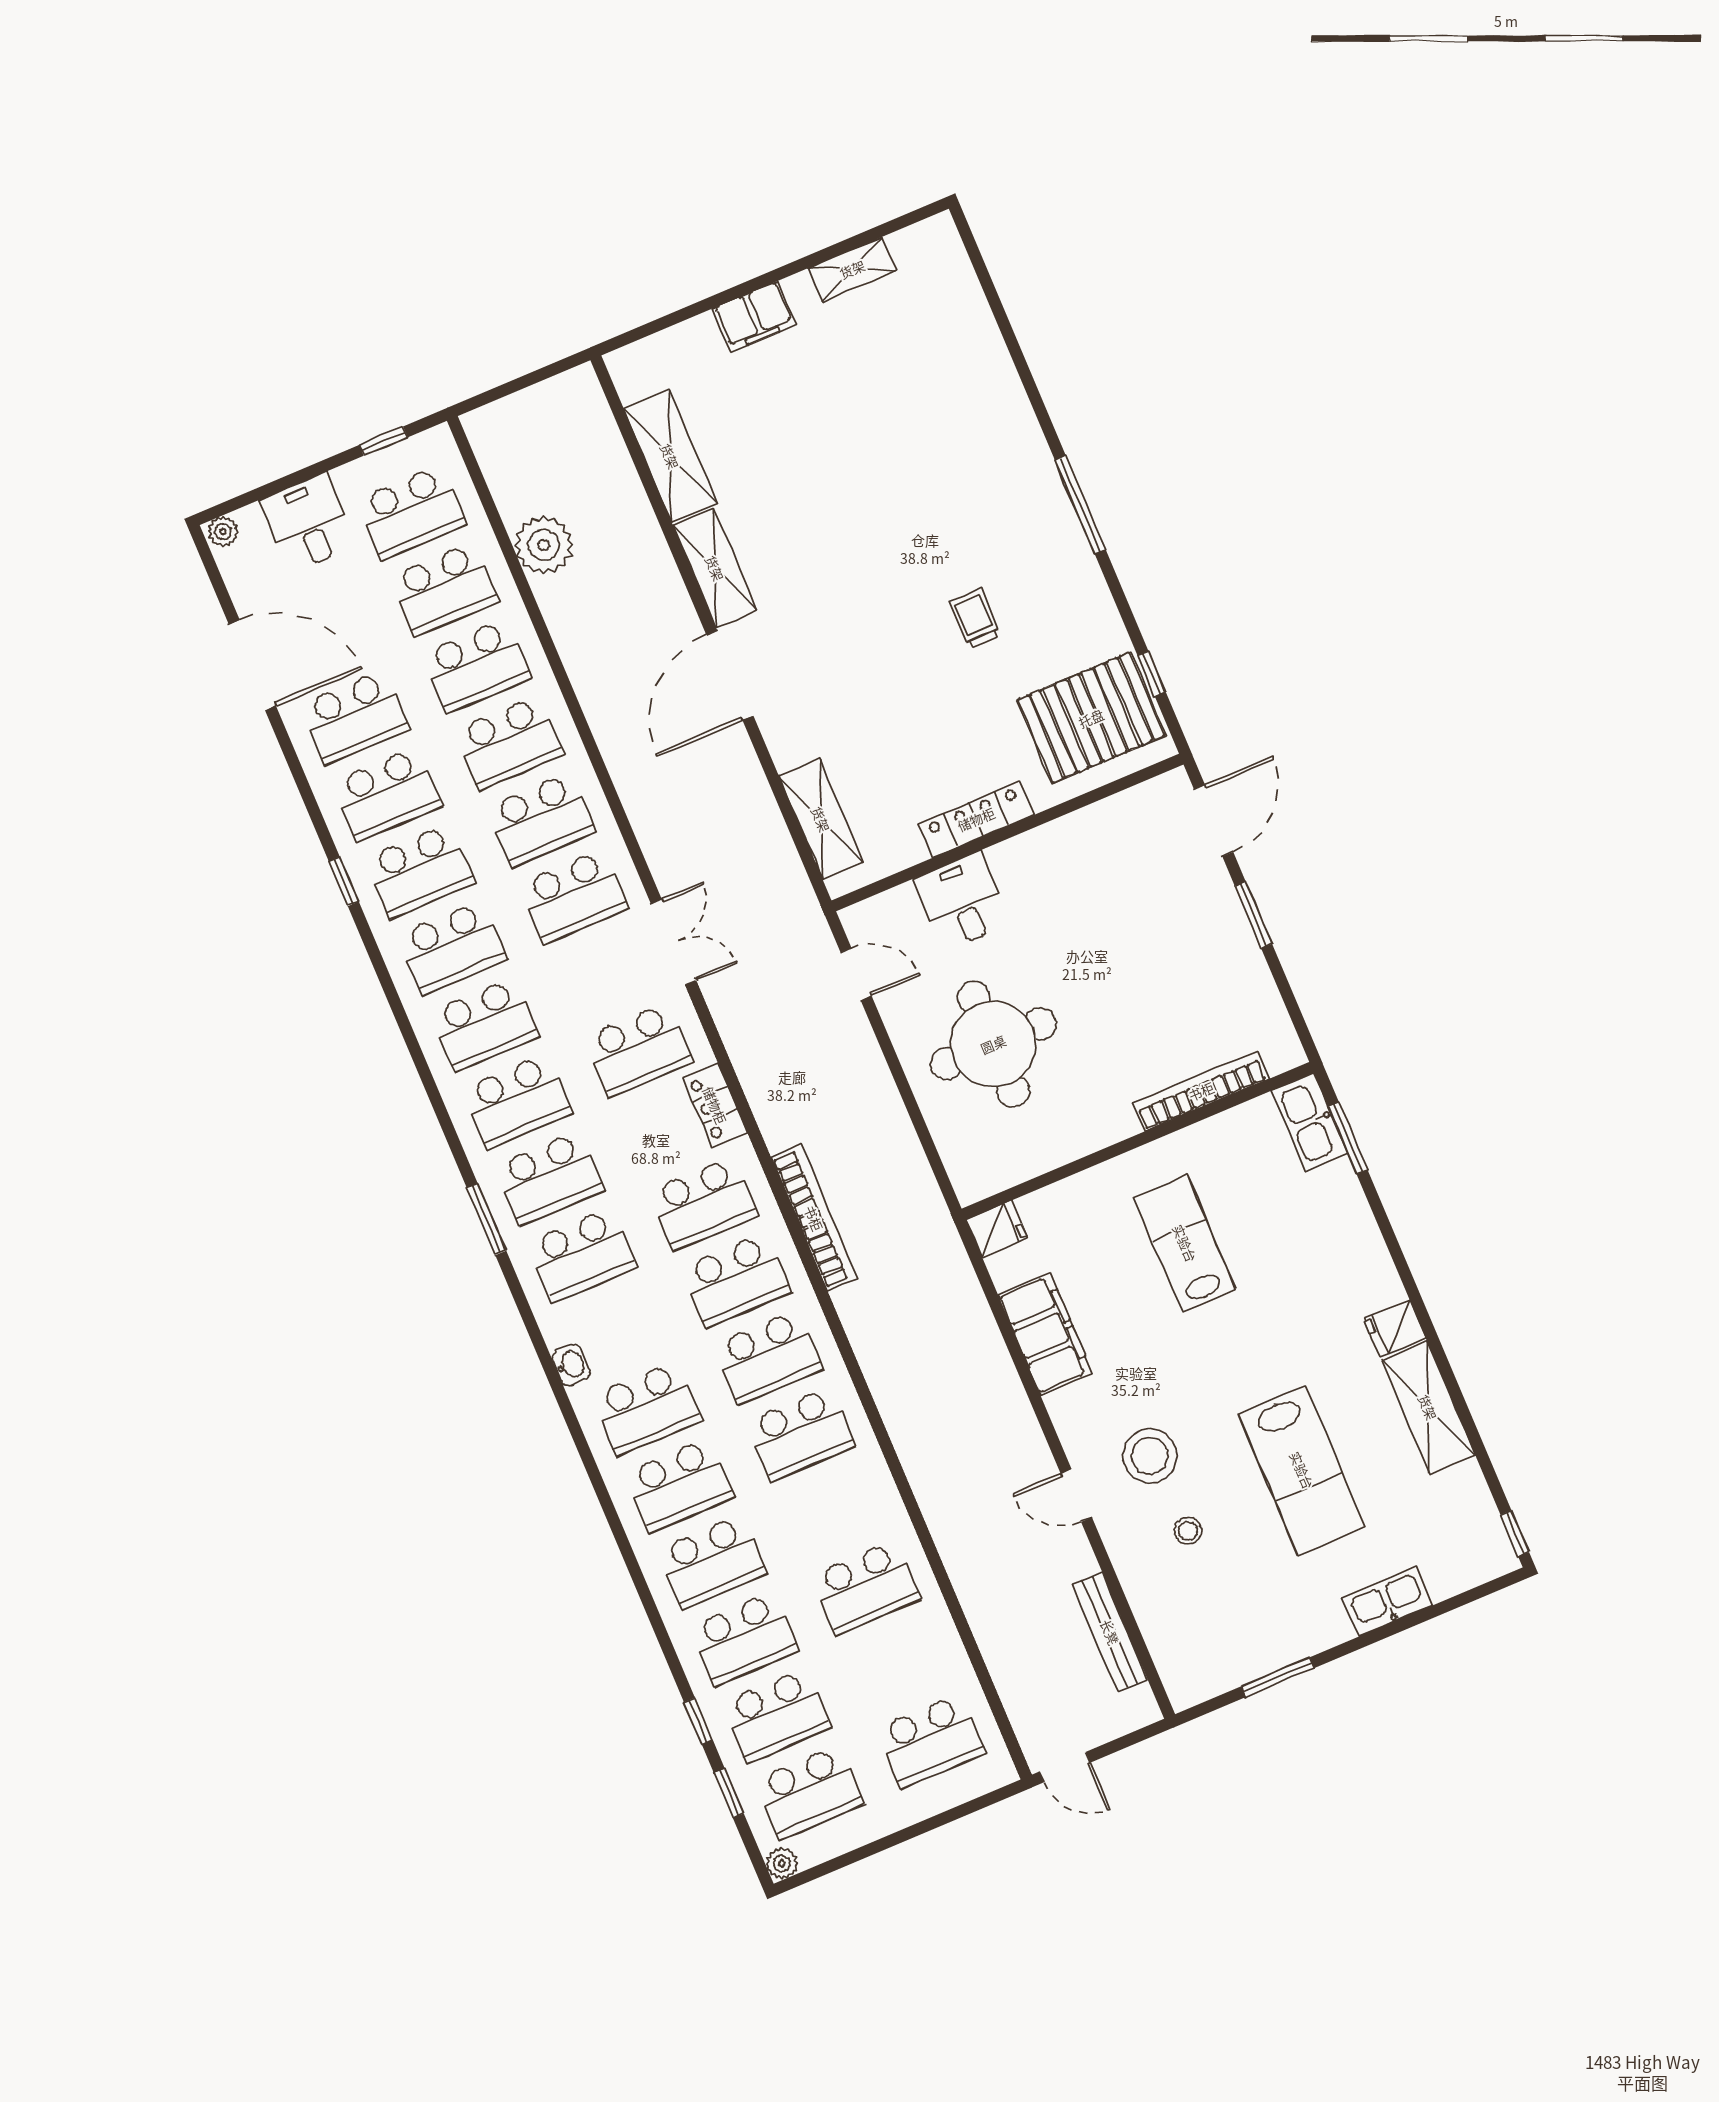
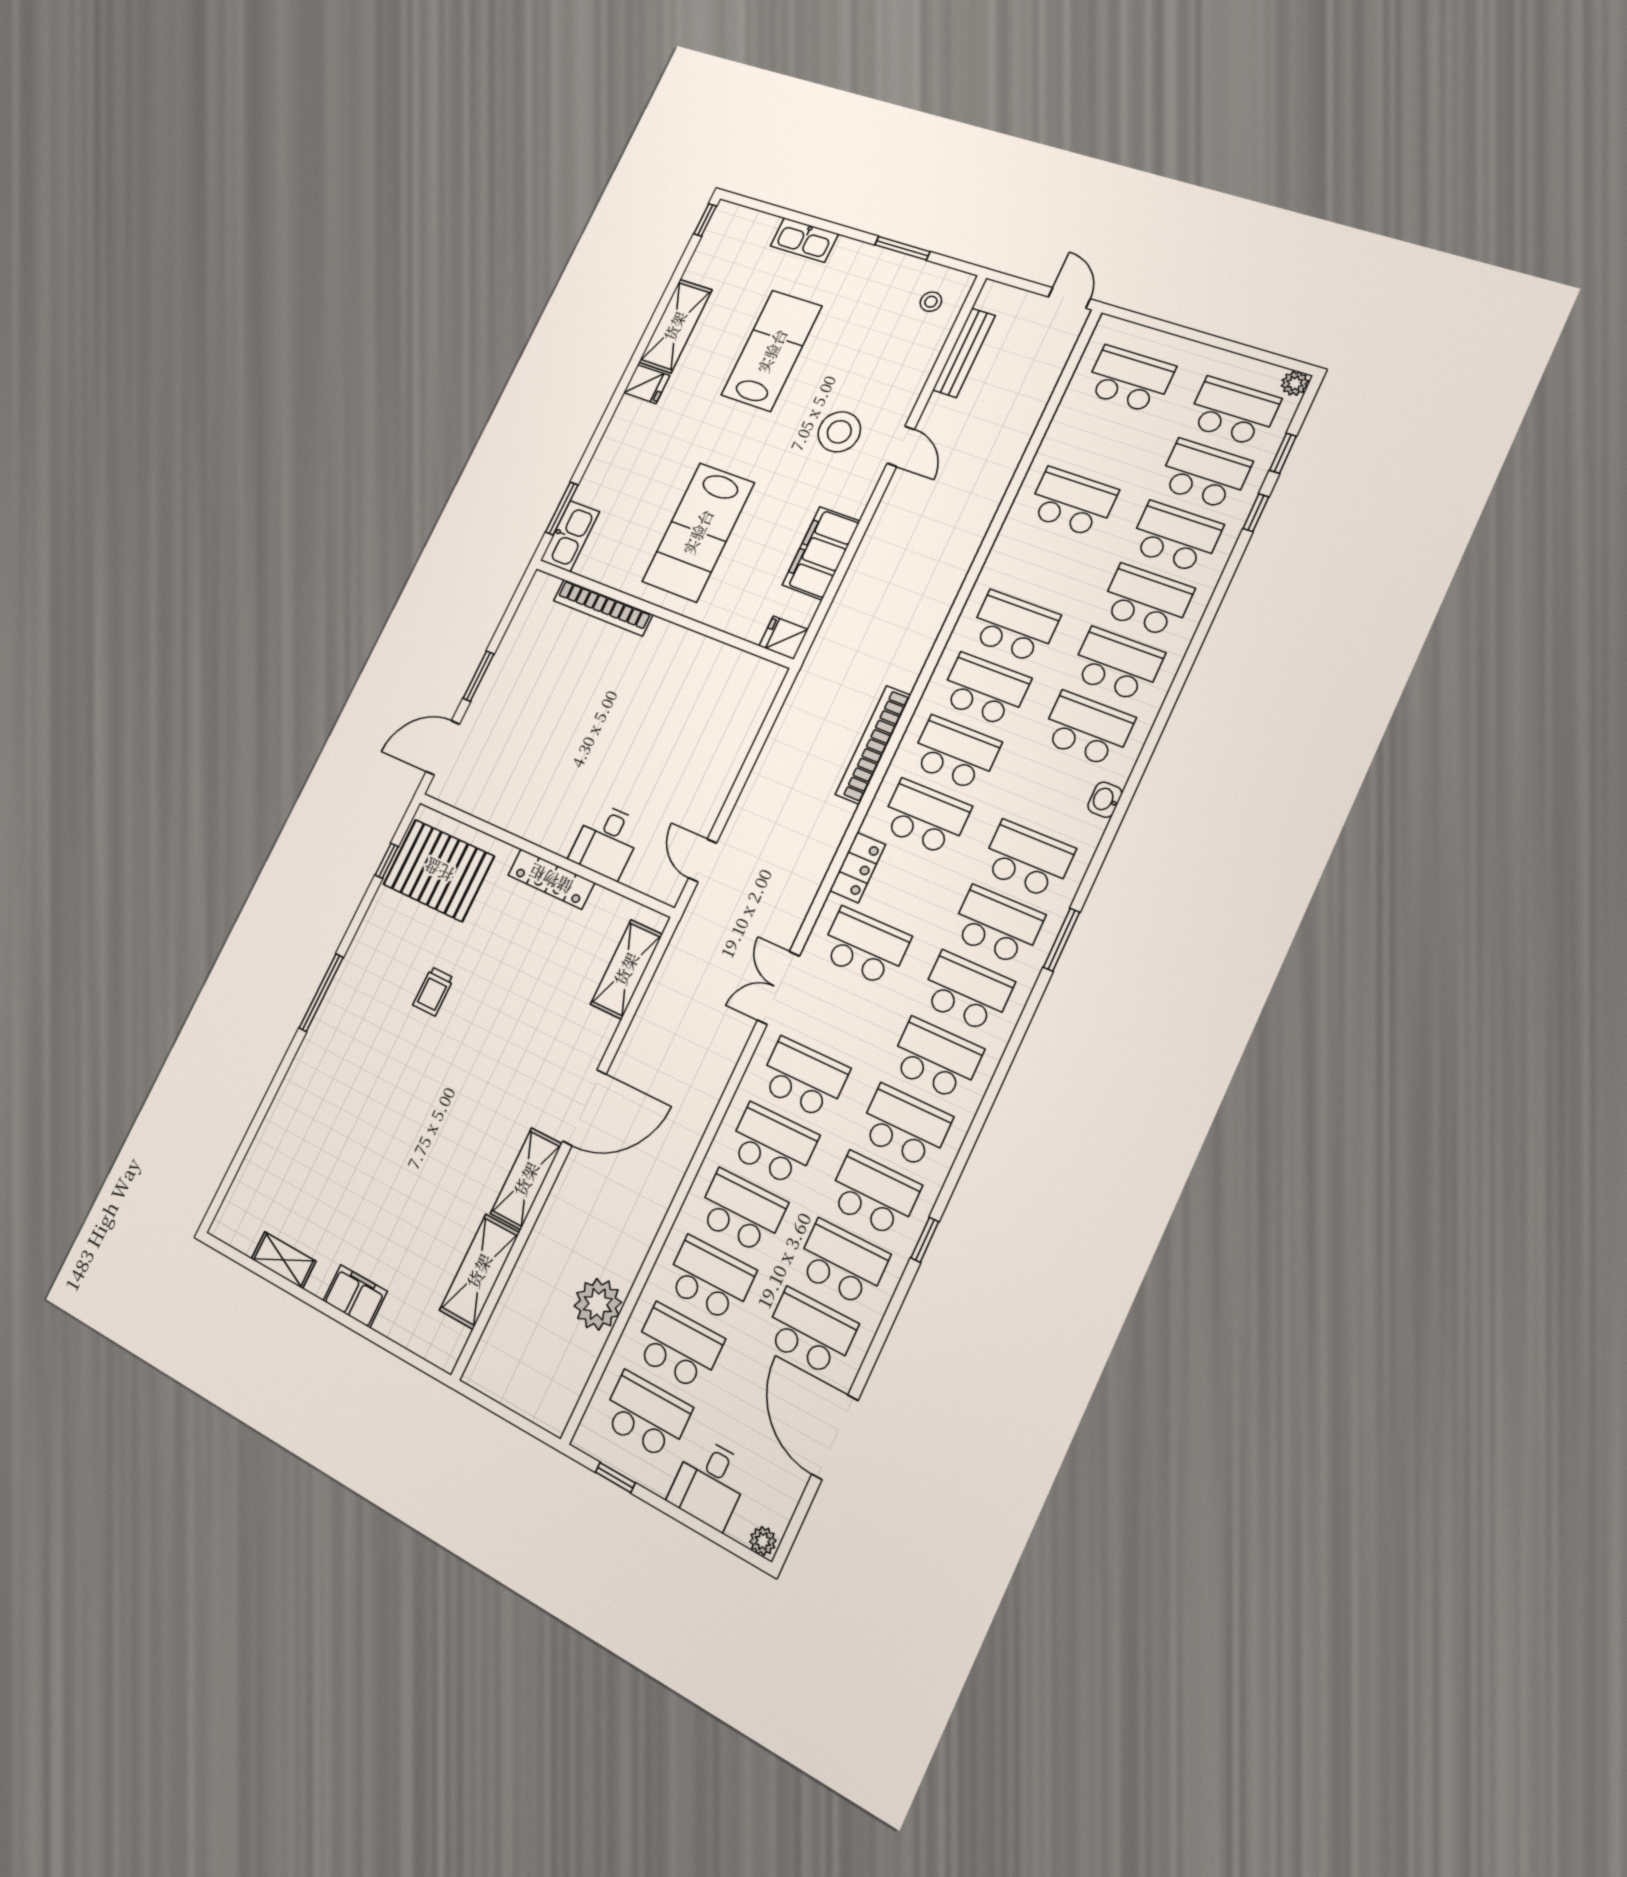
round table: (993, 1044) -> (675, 744), removed
lab bench: (1185, 1243) -> (698, 532), width x1.36, depth x1.39
stool: (1188, 1531) -> (931, 302), moved

